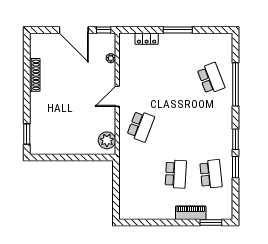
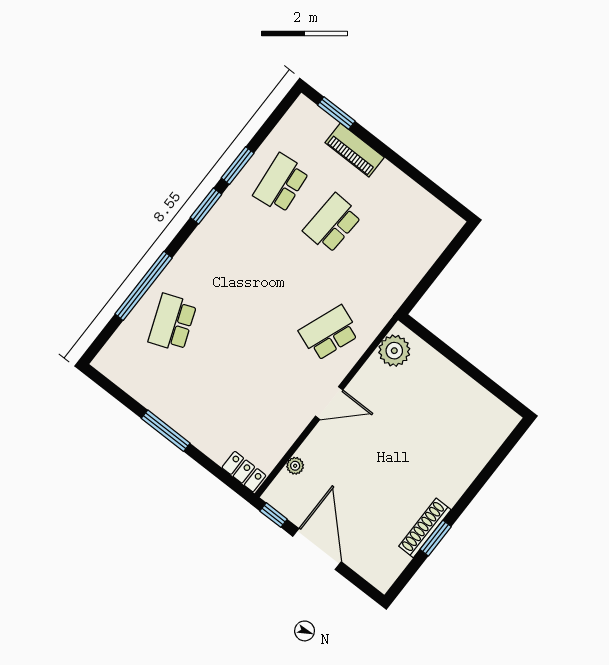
locker: (147, 39) -> (244, 472), moved
window: (27, 134) -> (436, 538), moved

